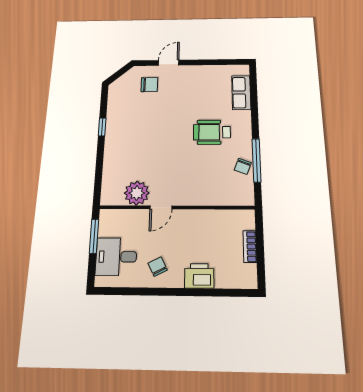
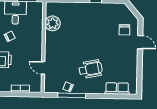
wheelchair: (212, 132) -> (91, 69), turned 78
door: (161, 207) -> (43, 68), moved

